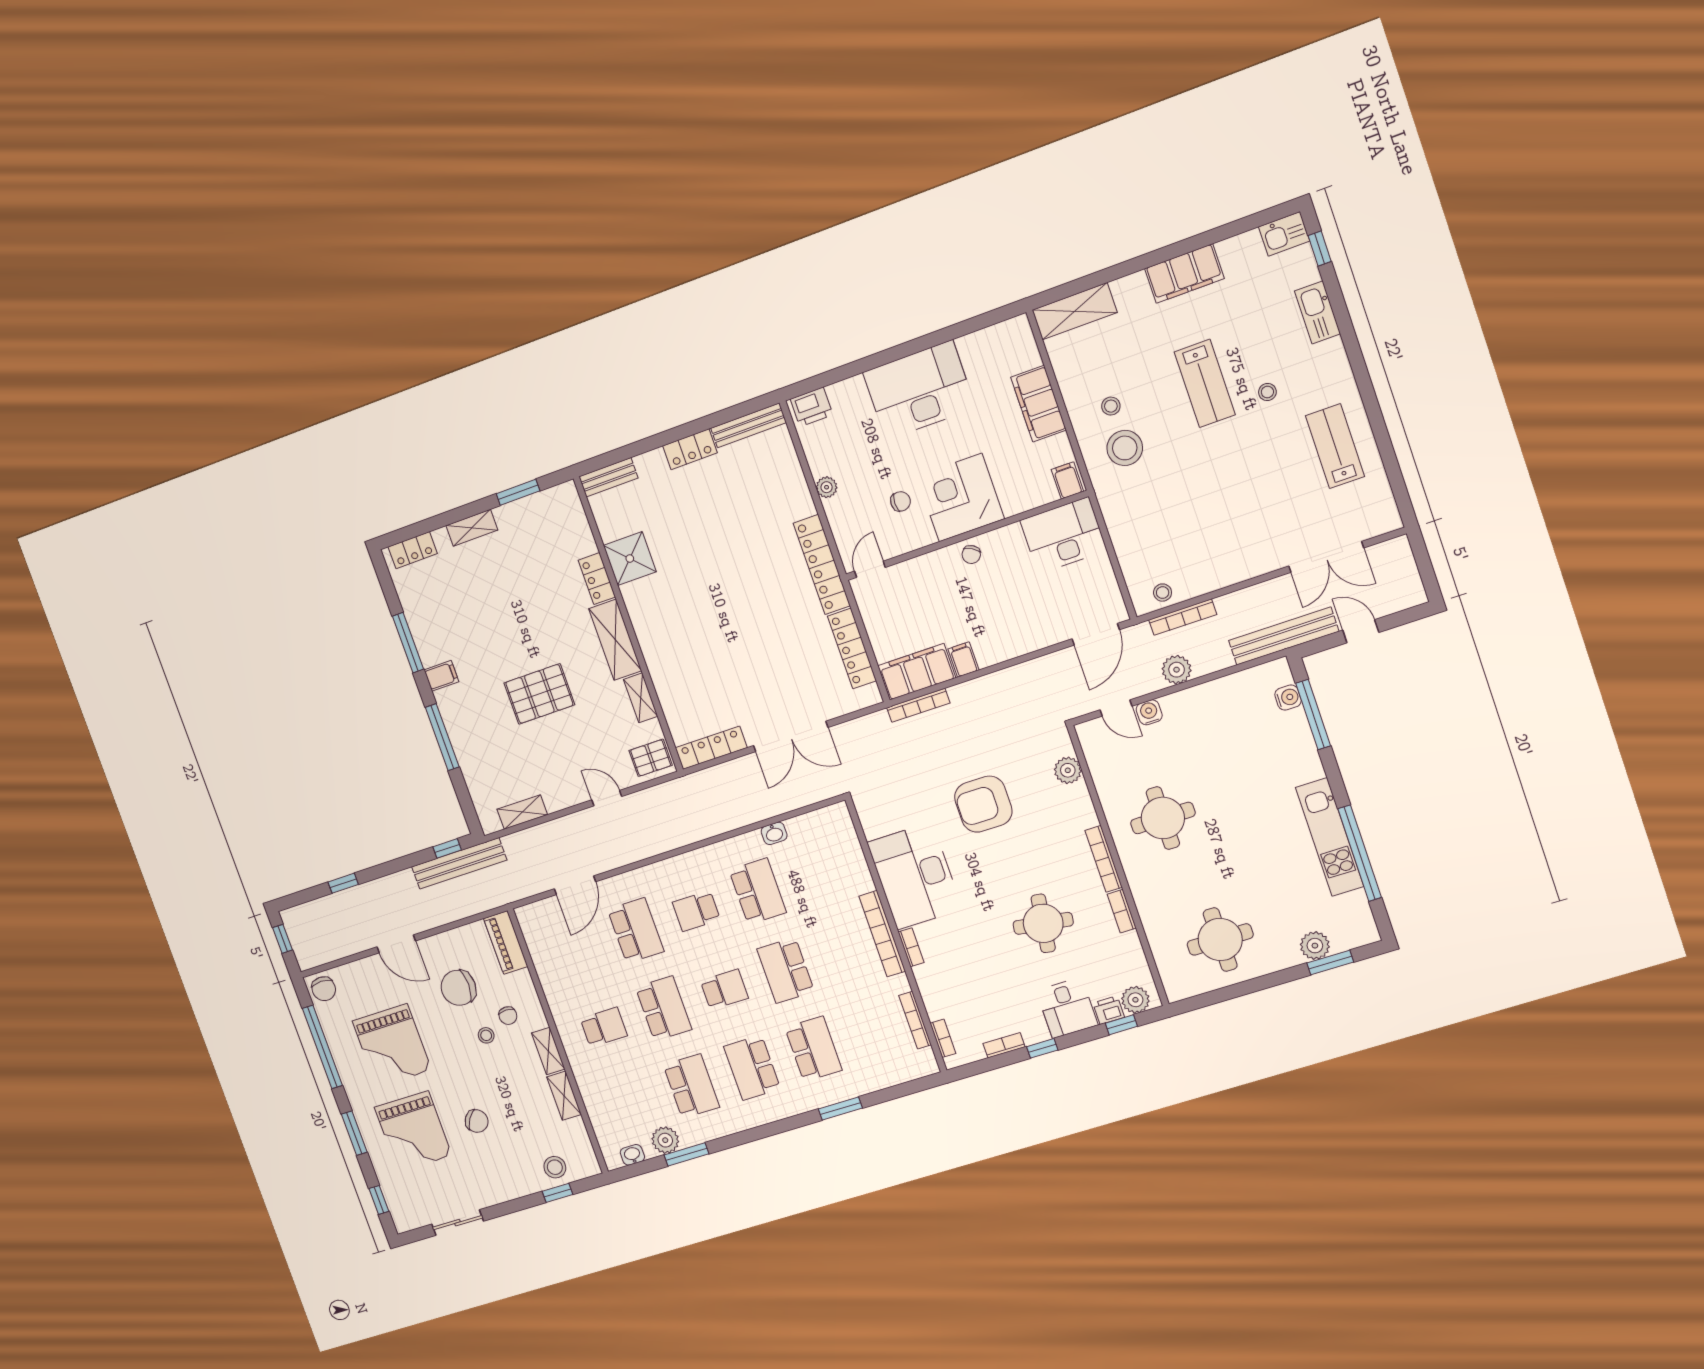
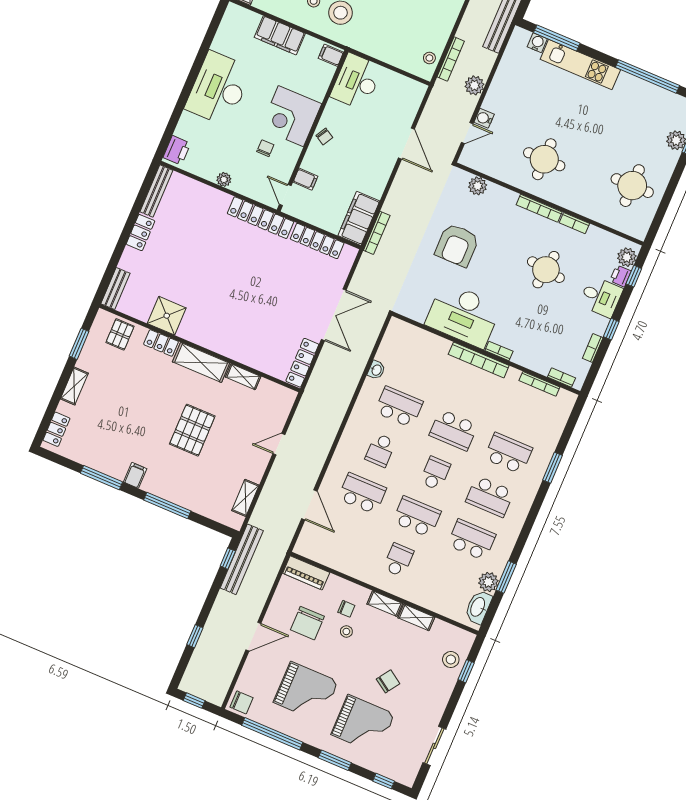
door: (1096, 634) -> (406, 144), moved
filing cabinet: (963, 659) -> (305, 179), moved, turned 180
pallet: (651, 758) -> (120, 334), moved
kitchen unit: (1330, 837) -> (580, 65), moved
washbasin: (632, 1155) -> (478, 607), width x1.91, depth x1.45

